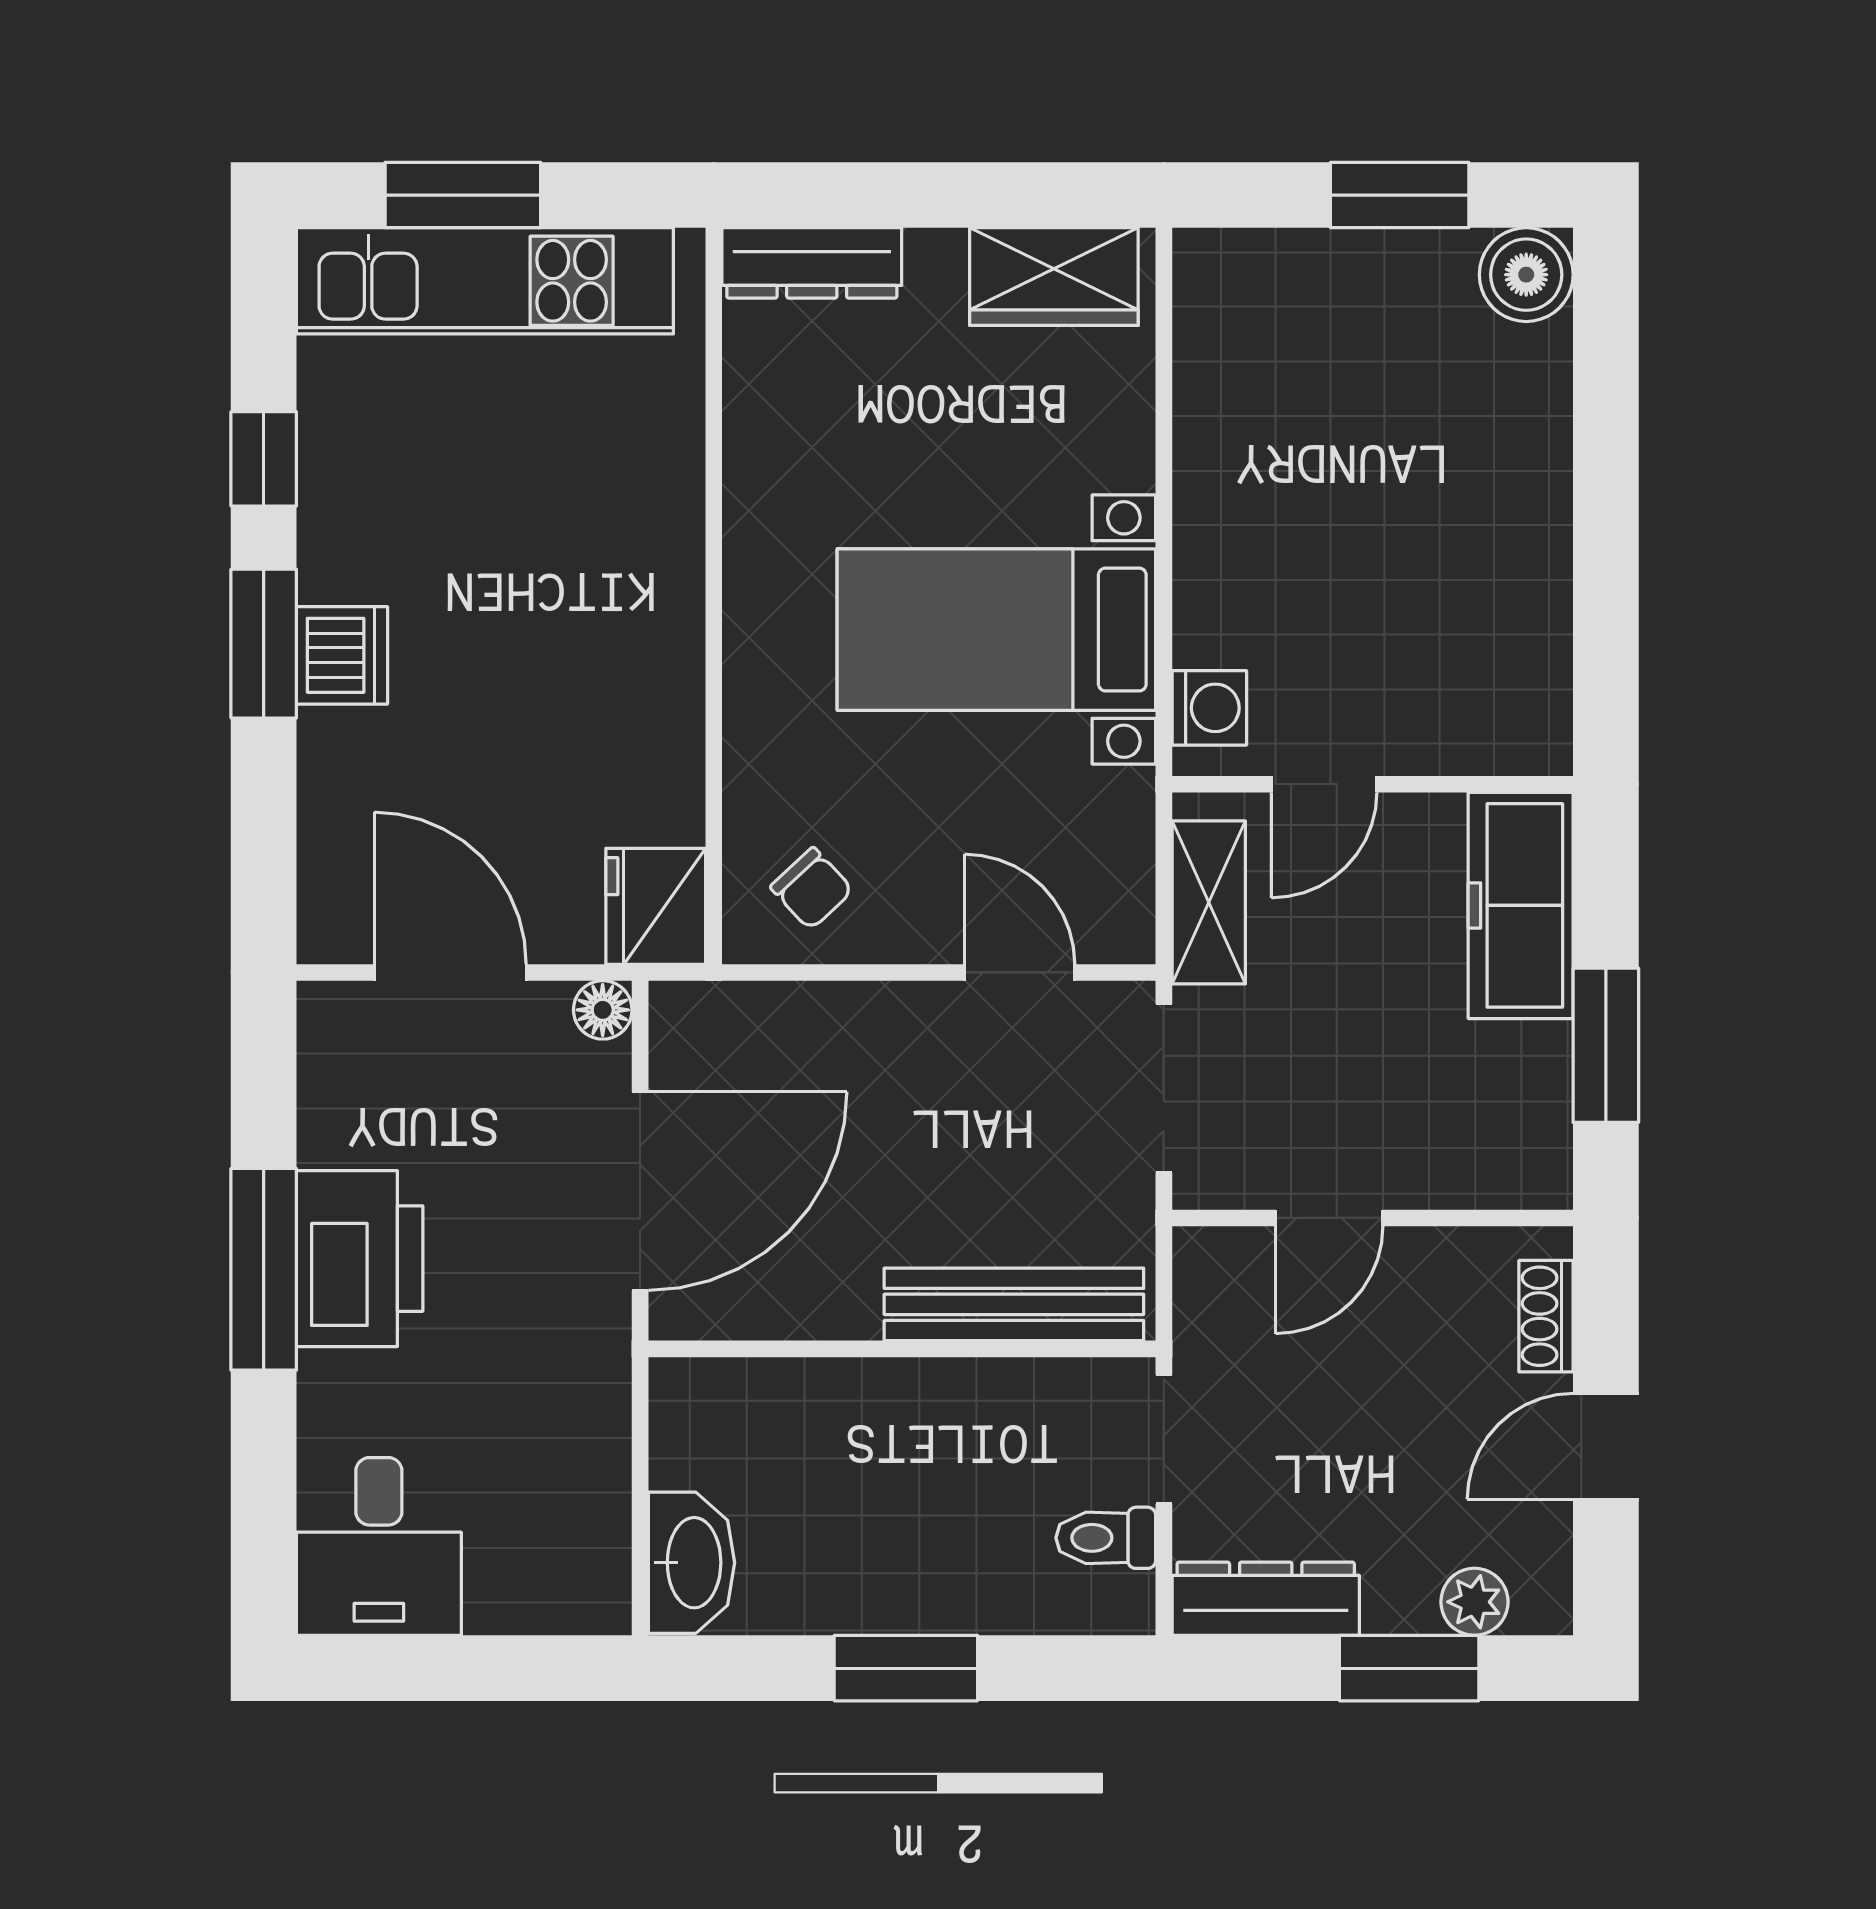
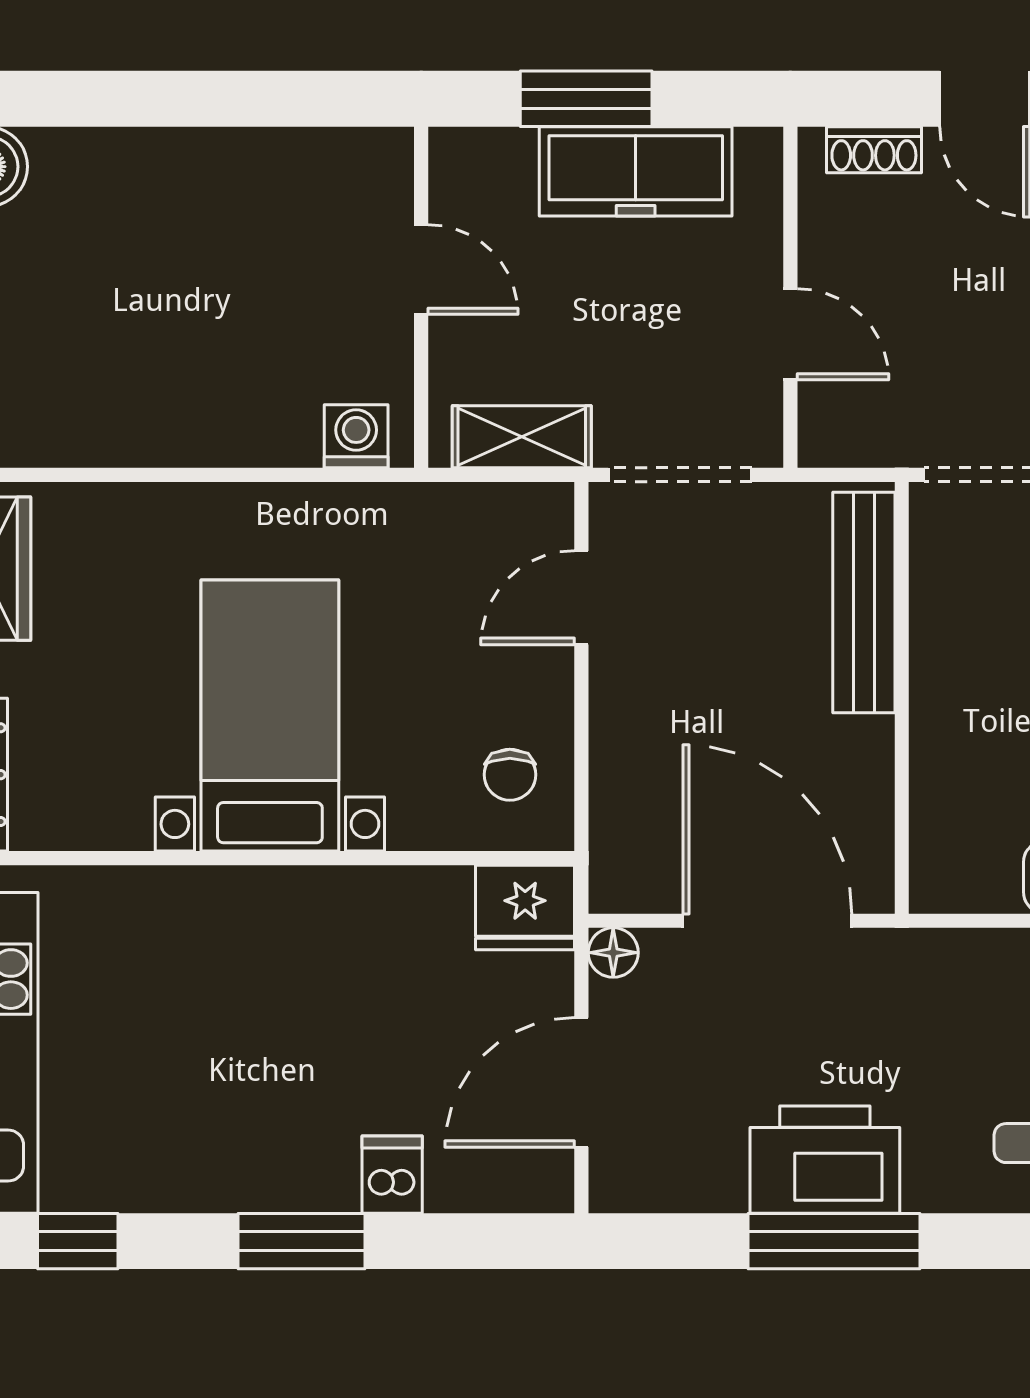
window: (264, 459) -> (78, 1241), moved
bed with nightstands: (996, 630) -> (270, 716), moved, turned 180
dishwasher: (342, 655) -> (392, 1175), moved, width x0.73
door: (1324, 784) -> (421, 269), moved
chair: (812, 889) -> (510, 775), turned 133
freezer: (1521, 905) -> (636, 171), moved
window: (1606, 1045) -> (586, 99), moved

